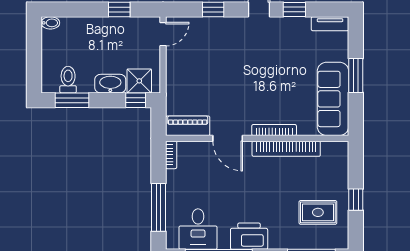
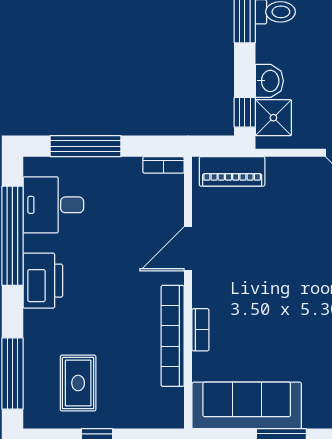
washbasin: (110, 84) -> (269, 81), width x0.72
piano: (188, 126) -> (232, 171), moved, turned 90
bookcase: (274, 130) -> (200, 330), width x0.64

